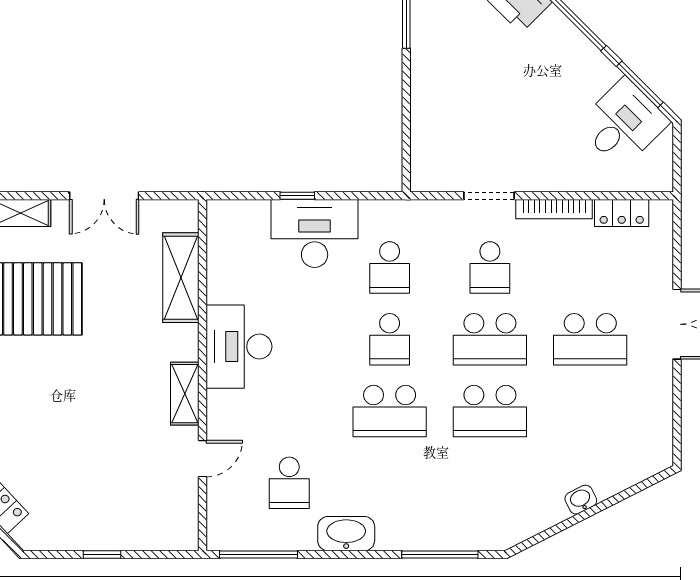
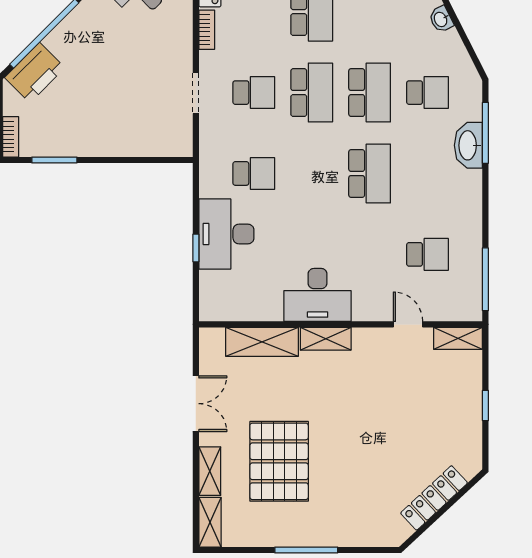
bookcase: (554, 209) -> (207, 30), width x0.64
school desk: (390, 339) -> (427, 93), moved
shelving: (185, 394) -> (326, 339), moved
shelving: (185, 521) -> (458, 338), added
washbasin: (346, 534) -> (468, 145), moved

